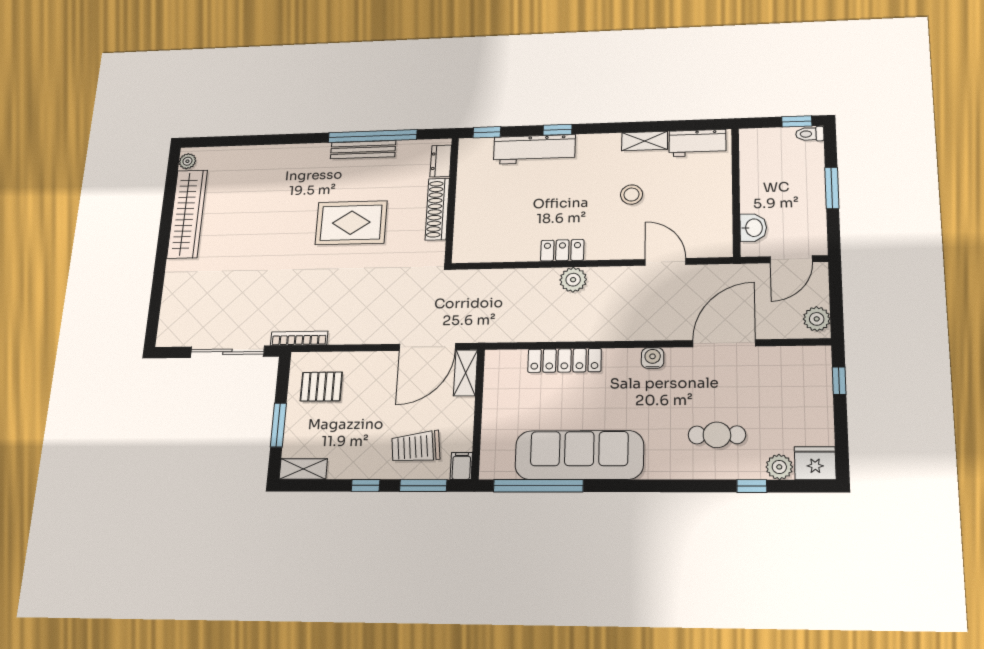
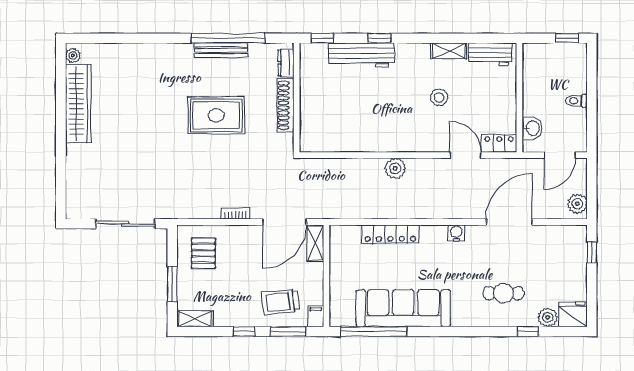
toilet: (810, 134) -> (577, 101), moved
window: (832, 188) -> (592, 97), removed
locker: (562, 250) -> (499, 143), moved
bookcase: (299, 338) -> (236, 213), moved, width x0.64
pallet: (321, 387) -> (203, 253), turned 90

